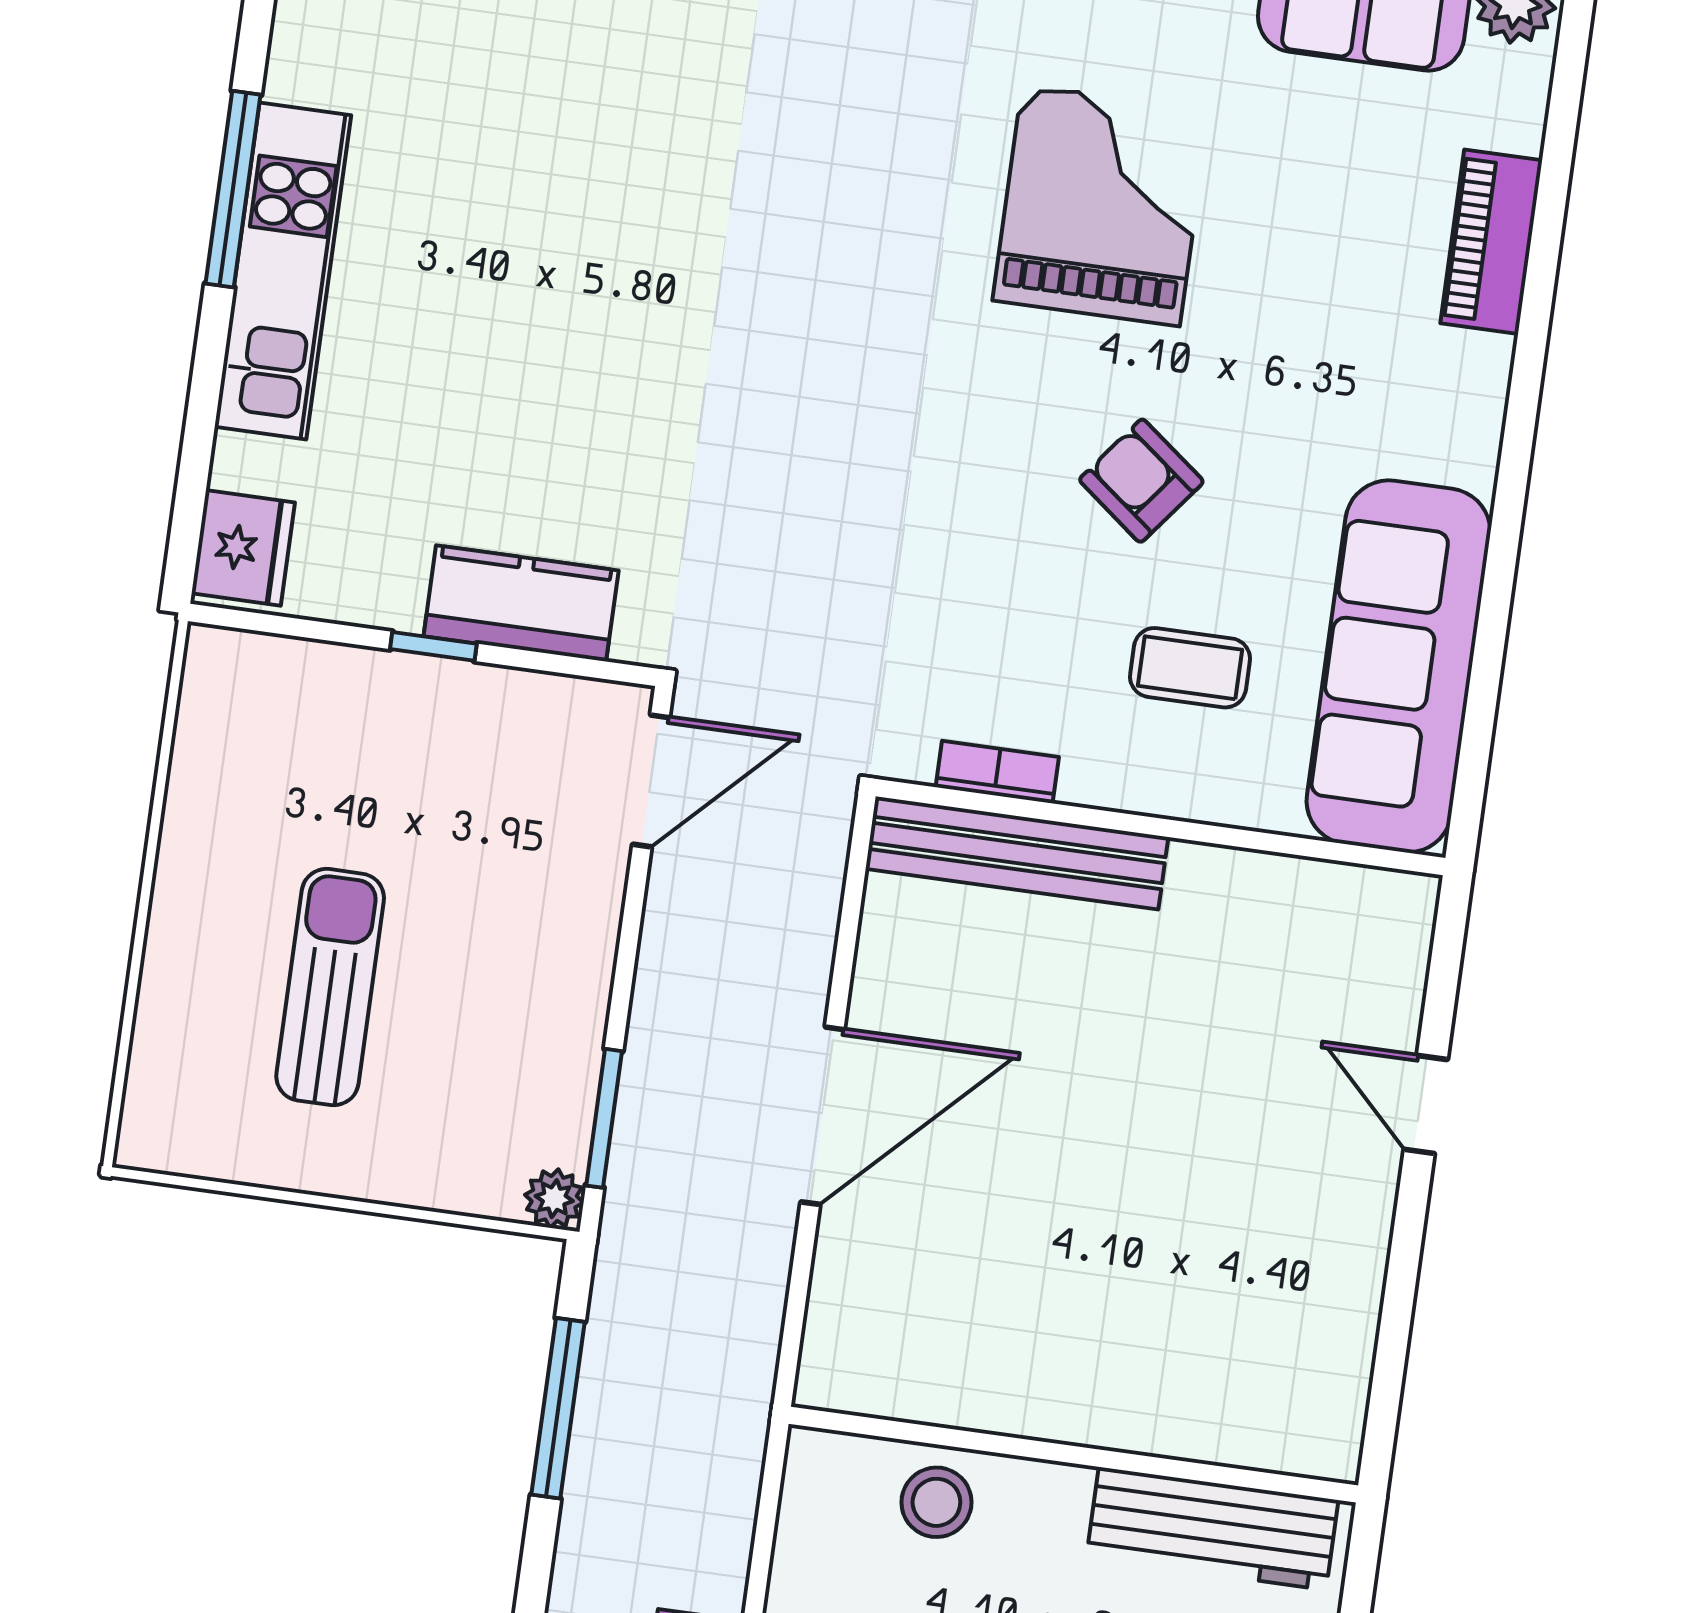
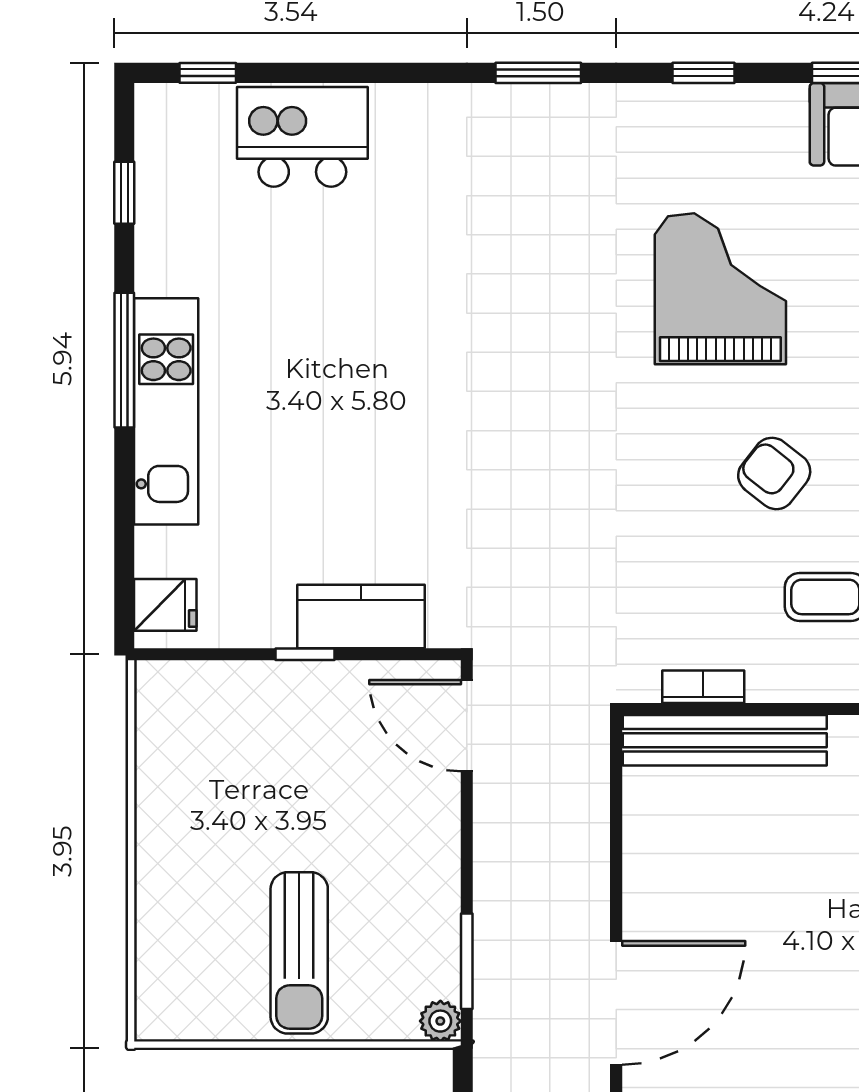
fridge: (243, 548) -> (165, 605), width x0.72
door: (651, 781) -> (467, 726), swing flipped
sun lounger: (330, 987) -> (299, 953), moved, turned 180
door: (822, 1116) -> (616, 1003), moved

